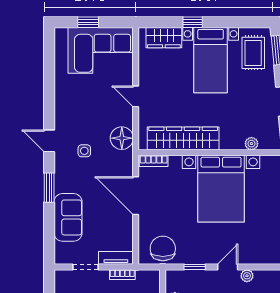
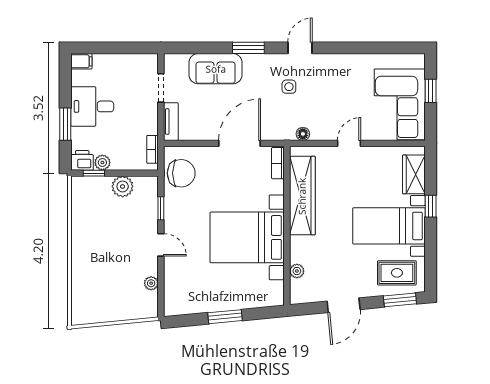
floor lamp: (122, 138) -> (303, 134), width x0.53, depth x0.53
bookcase: (122, 275) -> (152, 149), moved
plant: (247, 276) -> (151, 283), moved

